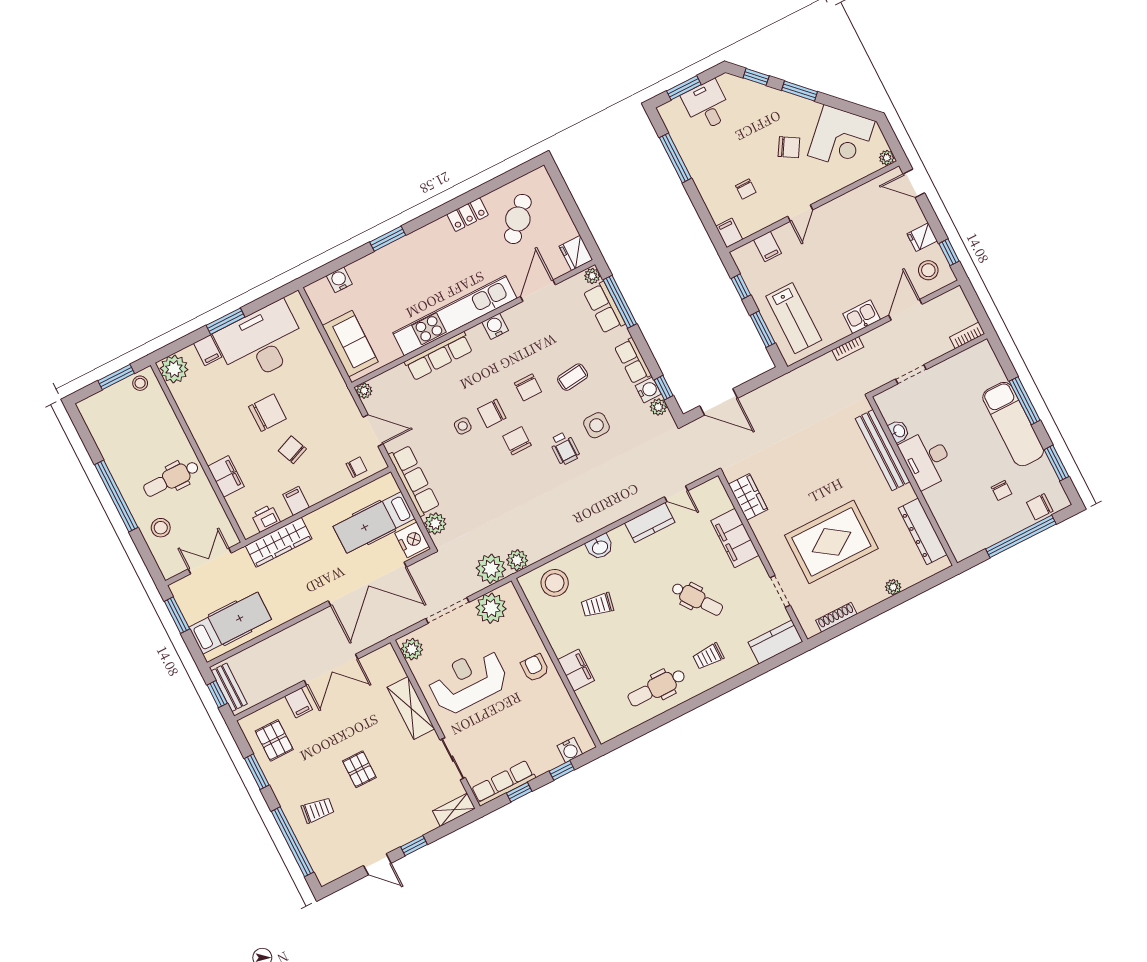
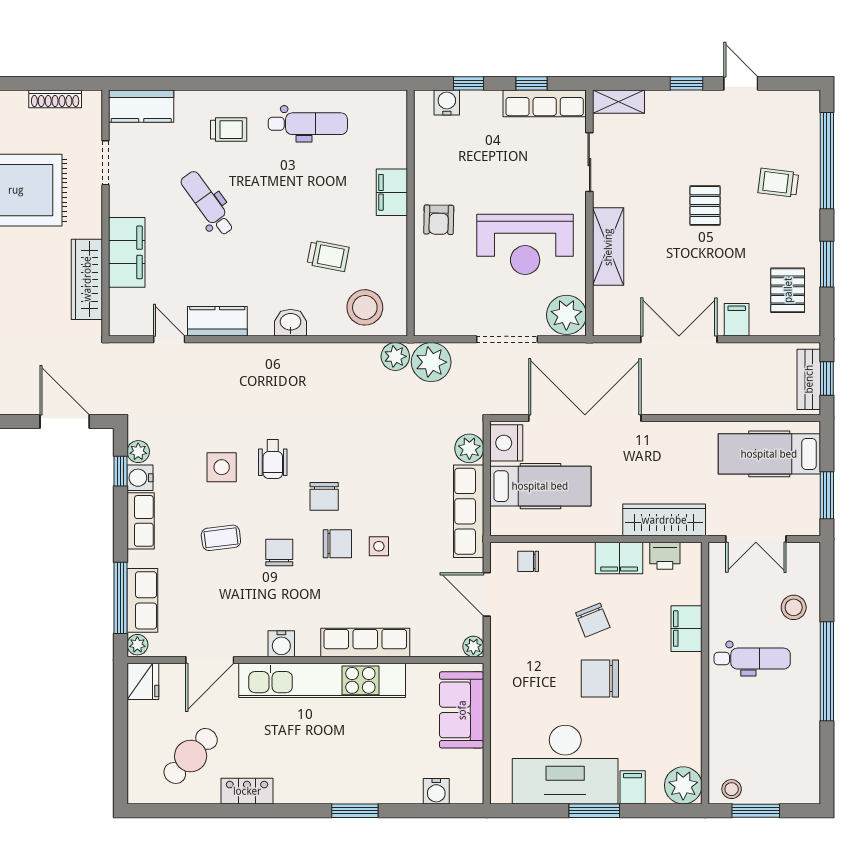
wheelchair: (565, 448) -> (273, 459), turned 180
wardrobe: (748, 497) -> (87, 279), width x1.50
filing cabinet: (296, 501) -> (619, 558), width x2.00
plant: (491, 608) -> (455, 316), removed
plant: (412, 649) -> (566, 315), width x1.36, depth x1.36

